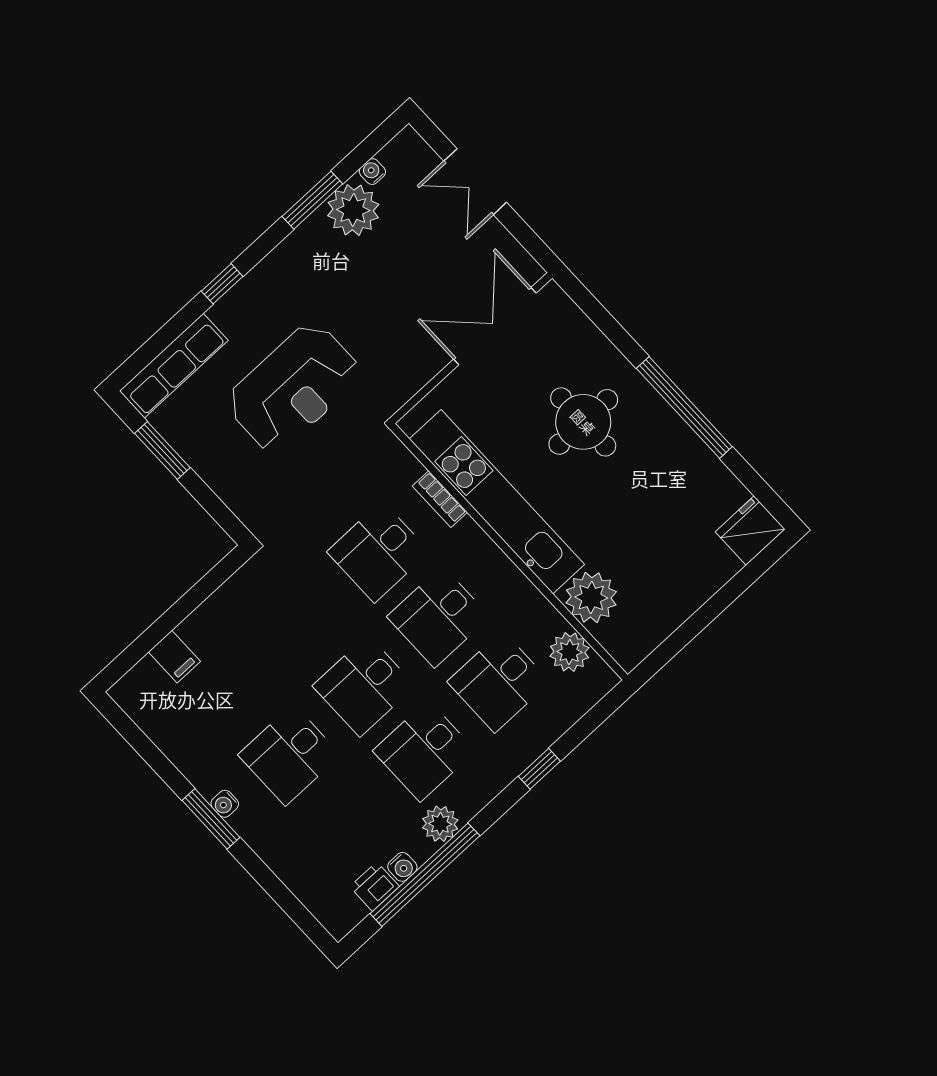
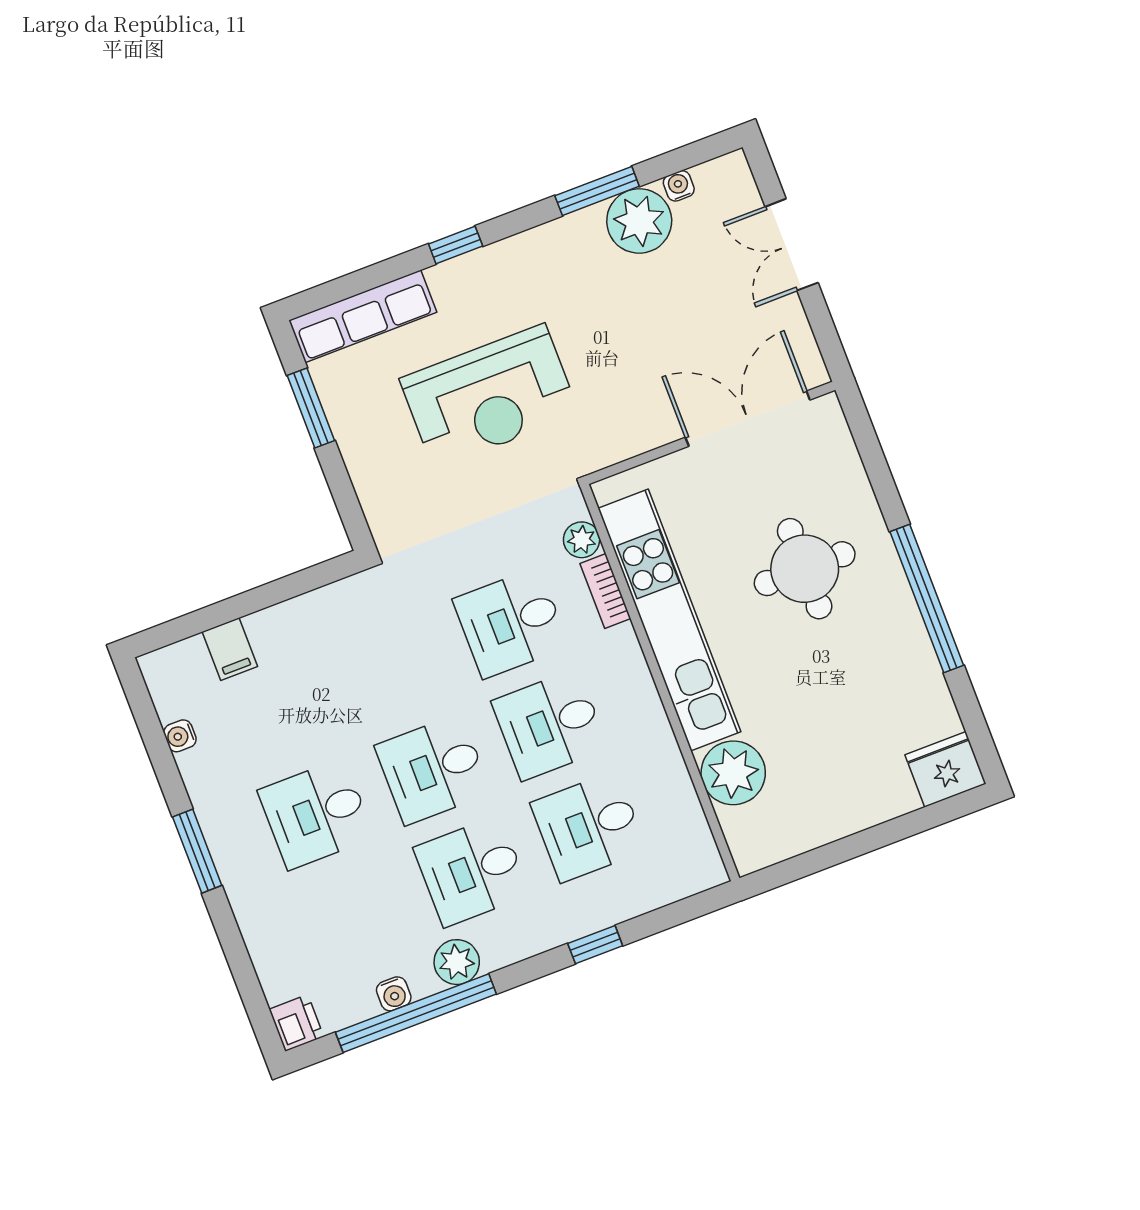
plant: (569, 652) -> (582, 540), moved, width x0.73, depth x0.73
water cooler: (225, 804) -> (180, 736), moved
printer: (375, 887) -> (296, 1023), moved, turned 90

